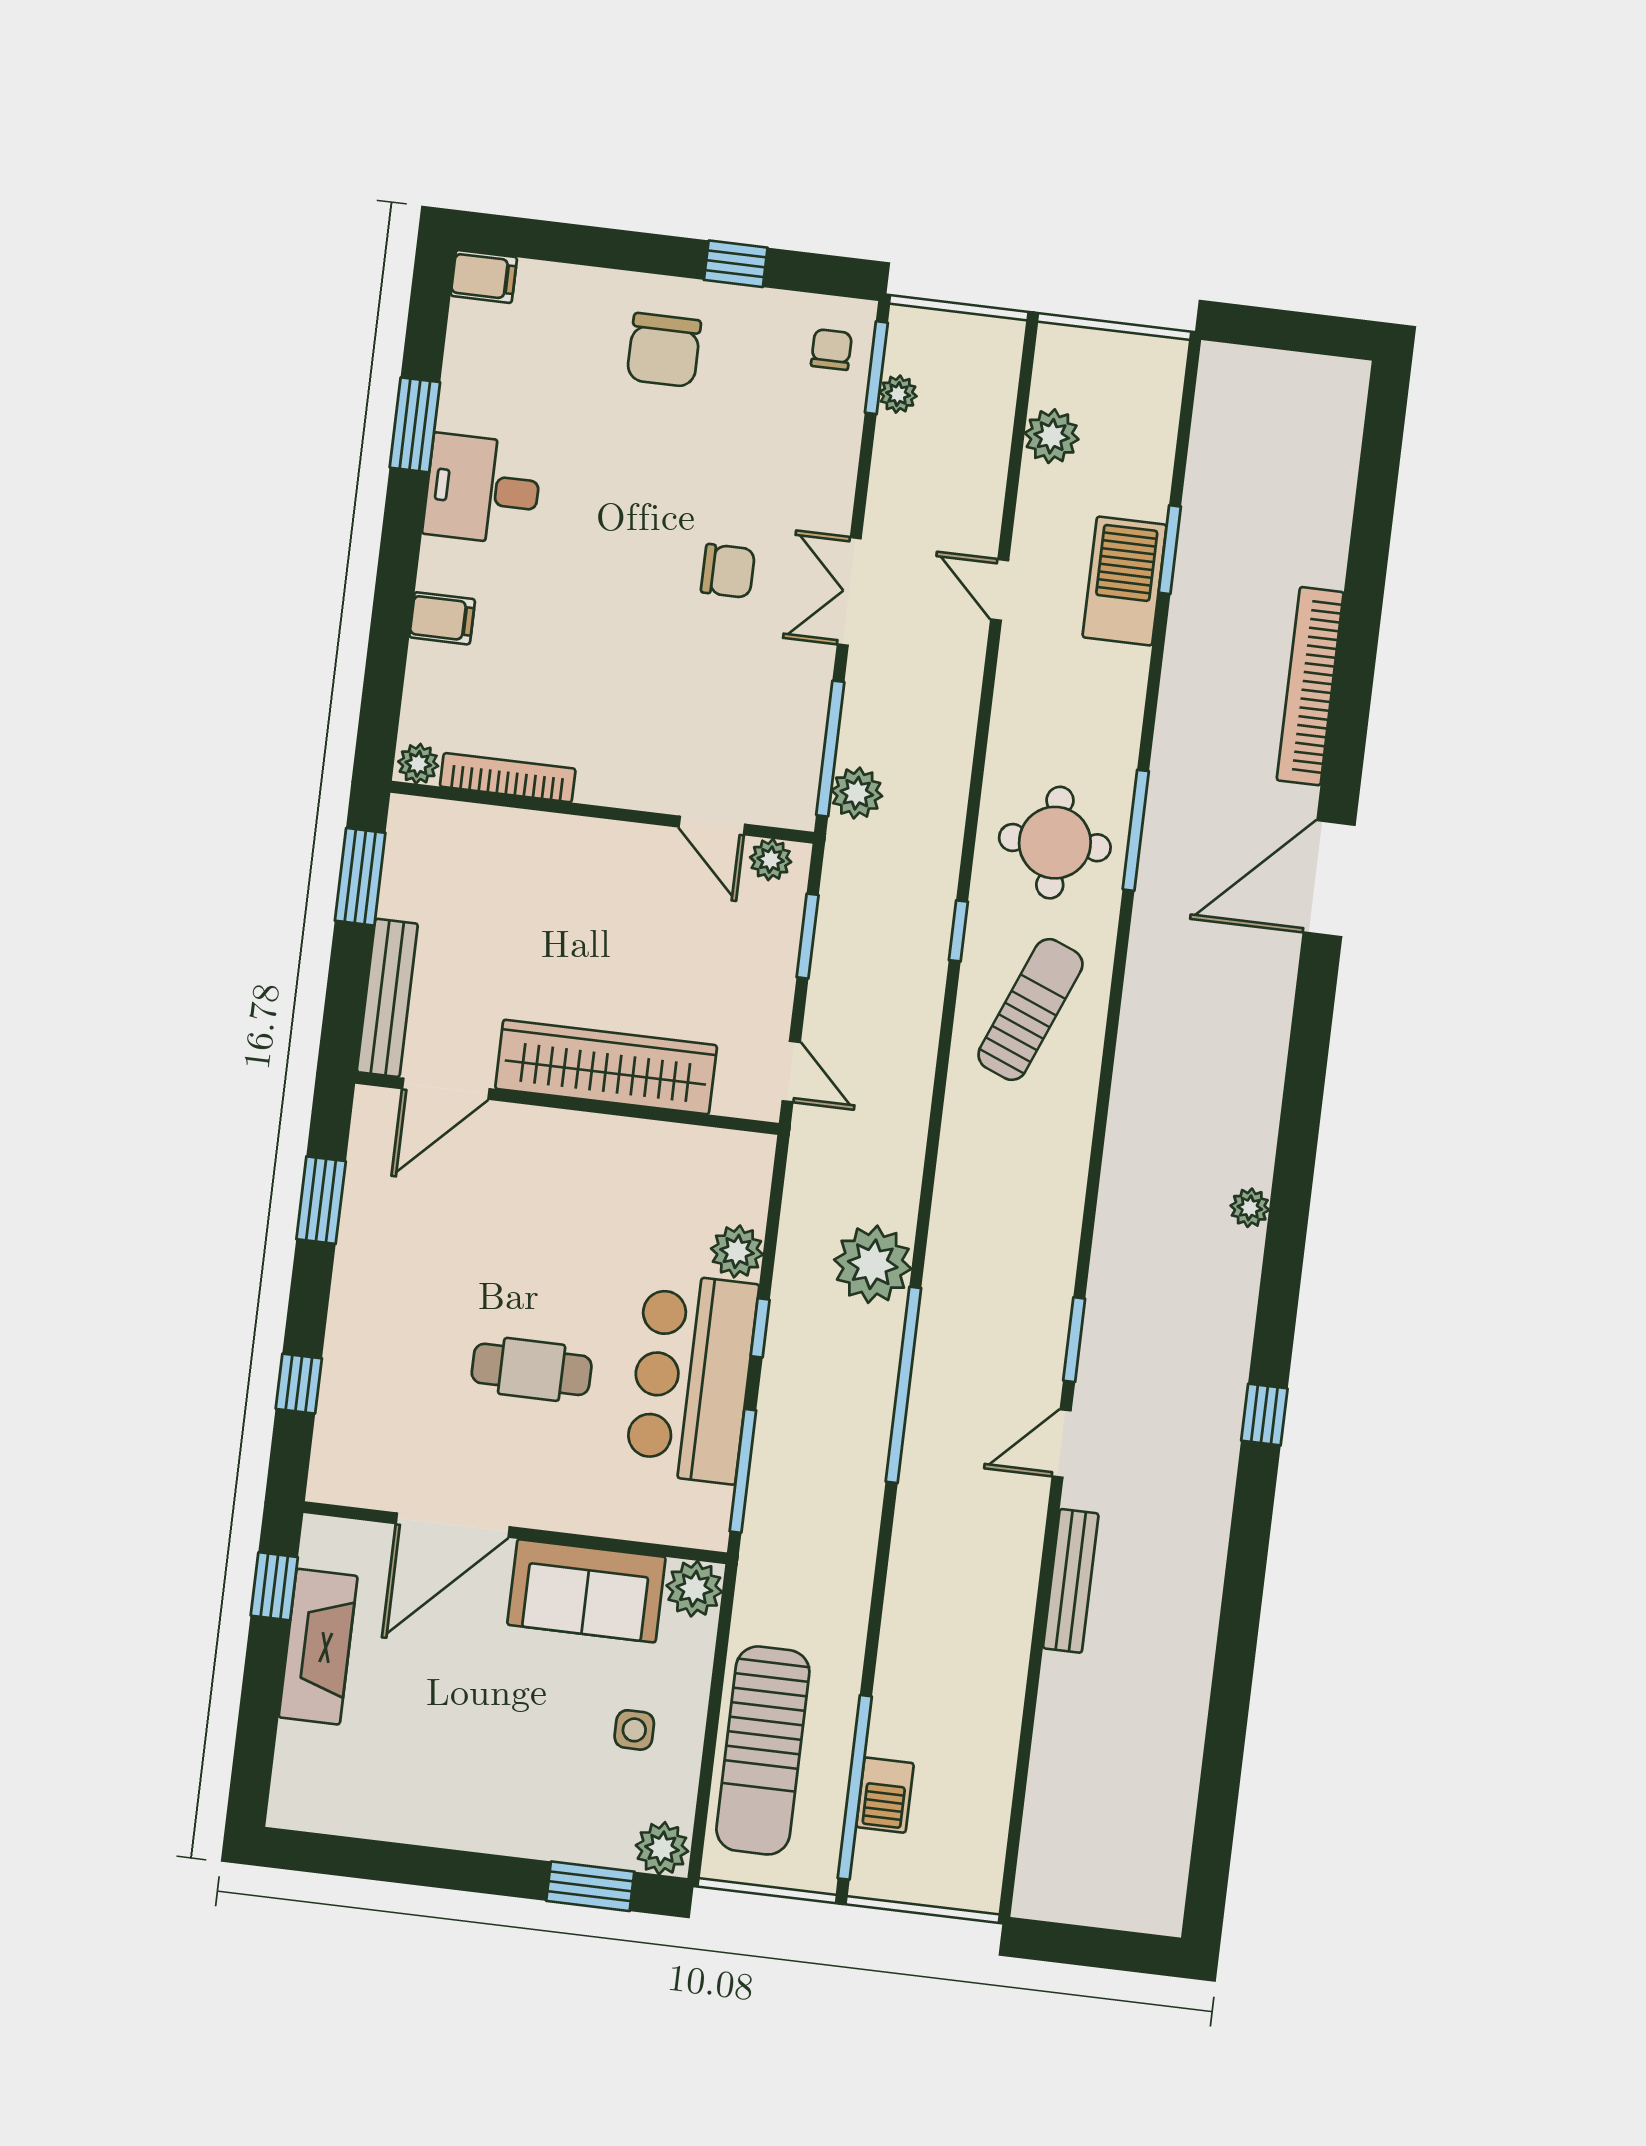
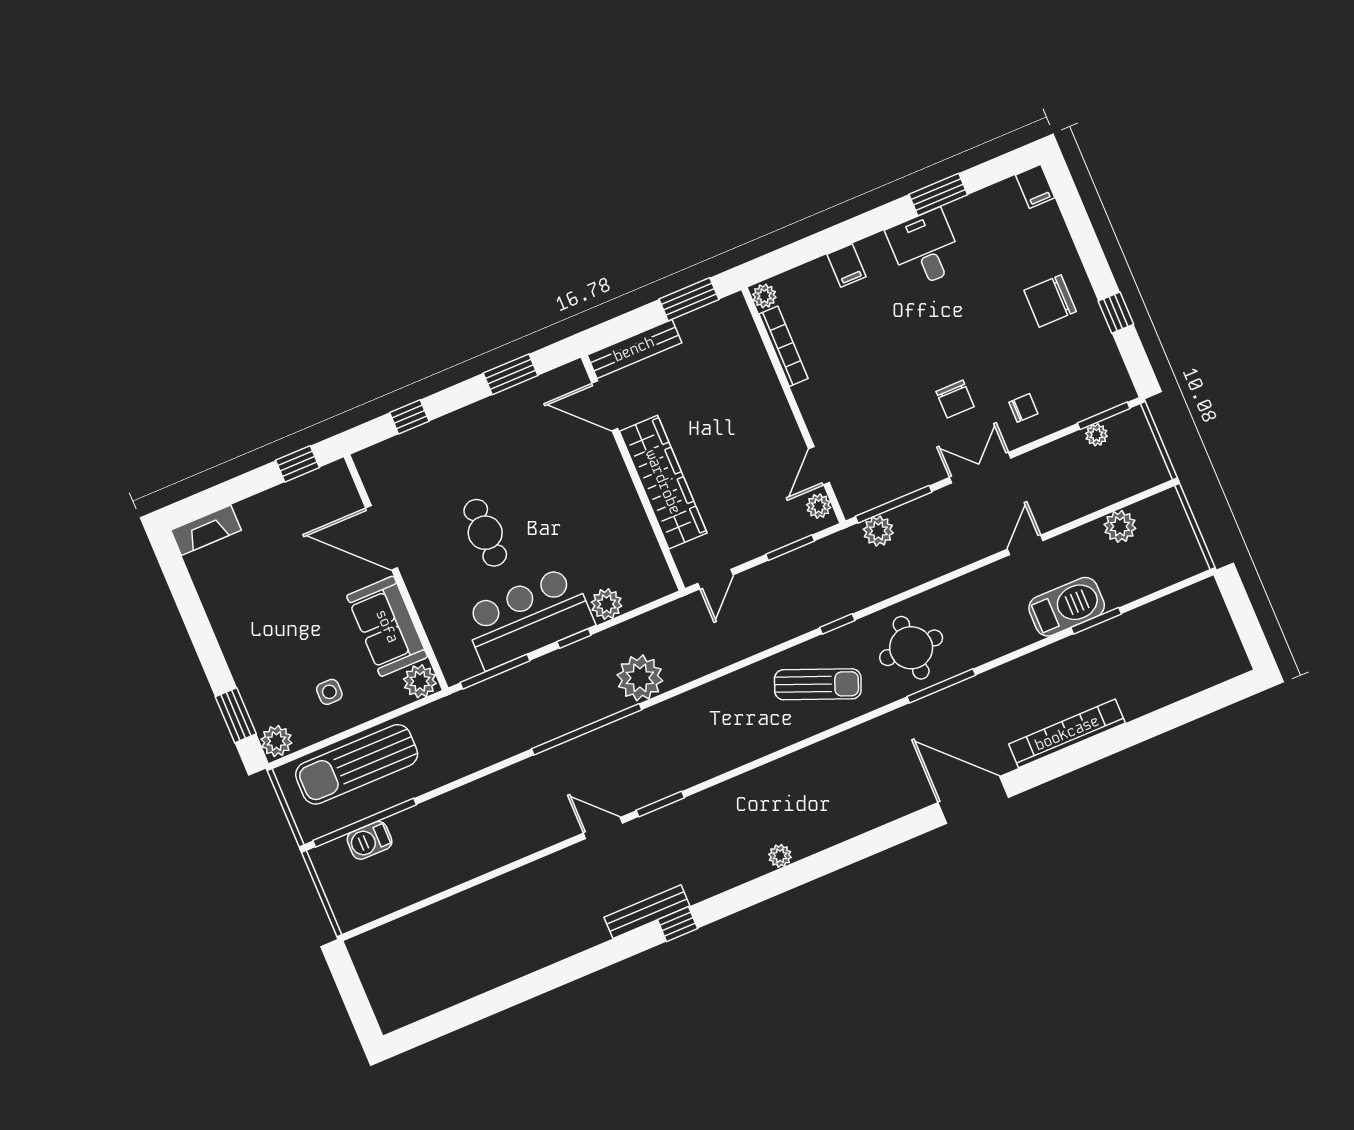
chair: (831, 349) -> (1023, 408), moved
bench: (1071, 1581) -> (647, 912), moved
fireplace: (318, 1647) -> (206, 530), moved, width x0.73, depth x0.76

